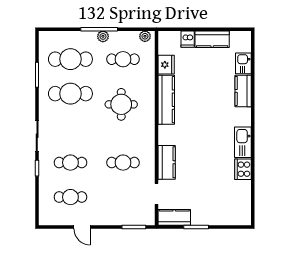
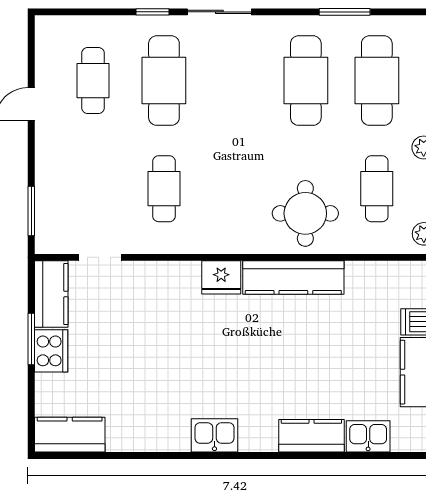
fridge: (166, 65) -> (221, 277), moved
round table: (121, 104) -> (305, 213), moved
kitchen sink: (243, 142) -> (214, 435), width x0.73
kitchen counter: (167, 162) -> (70, 435), moved, turned 180
cafe table: (70, 163) -> (164, 81), width x1.37, depth x1.35
cooker: (243, 169) -> (51, 351), moved, turned 90

